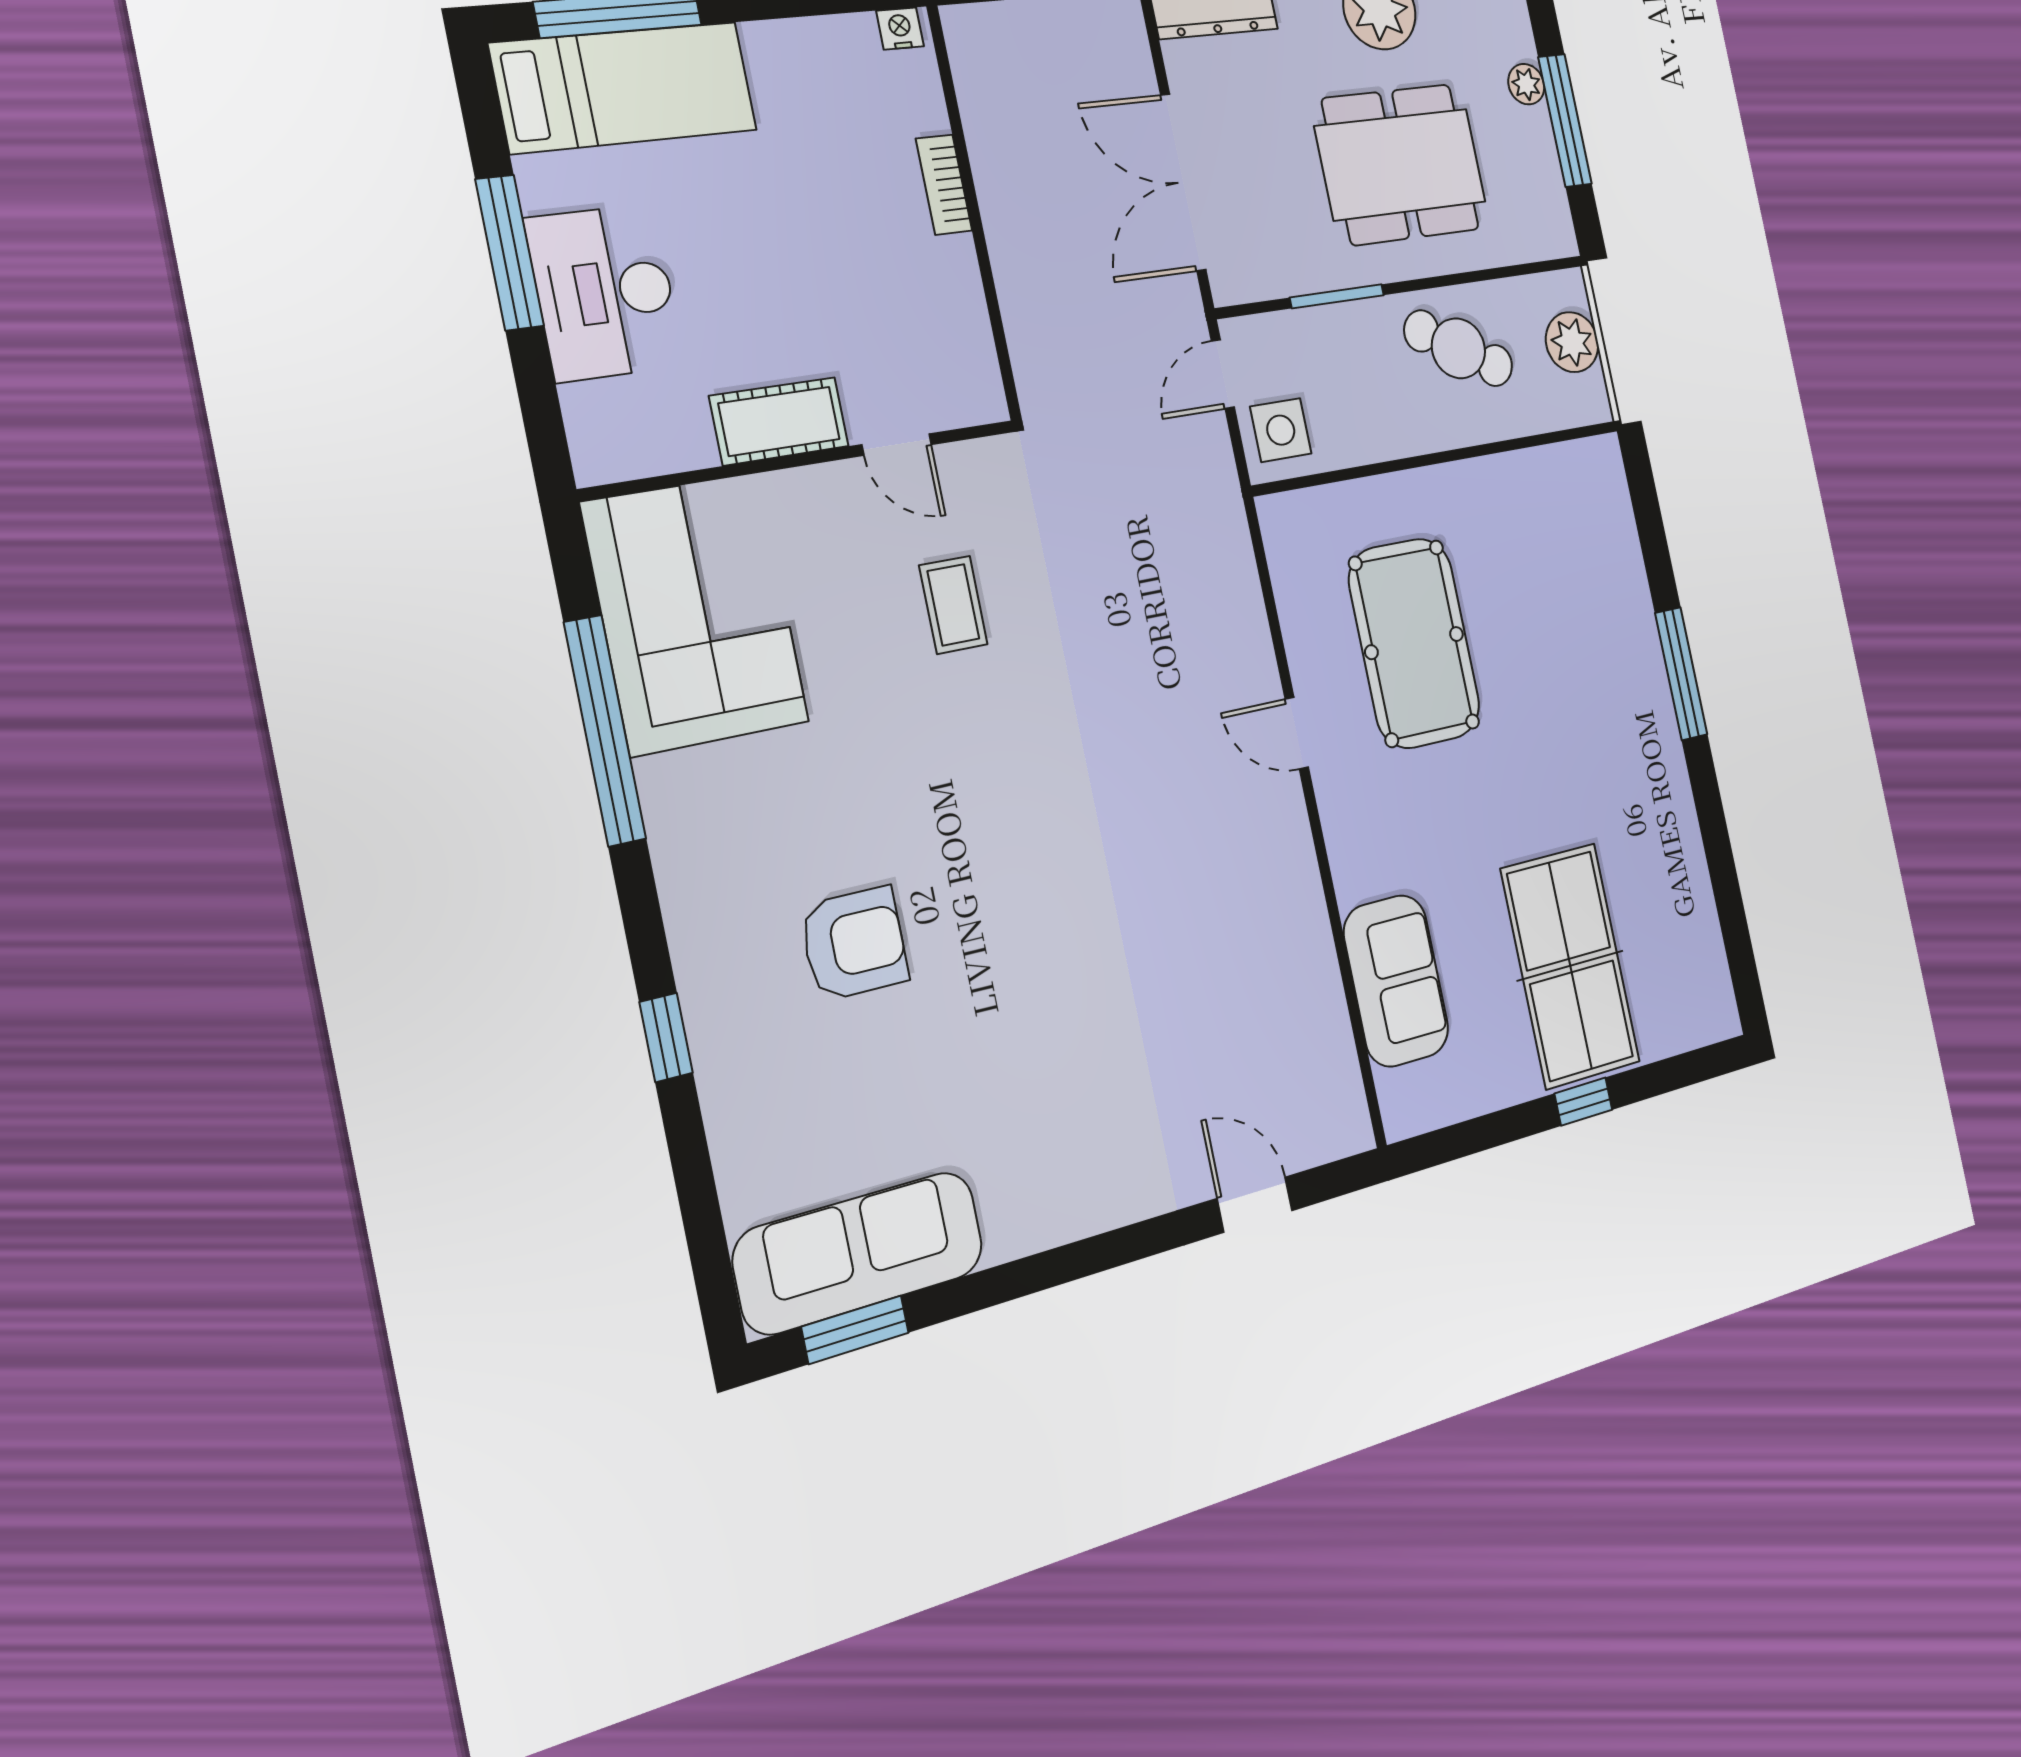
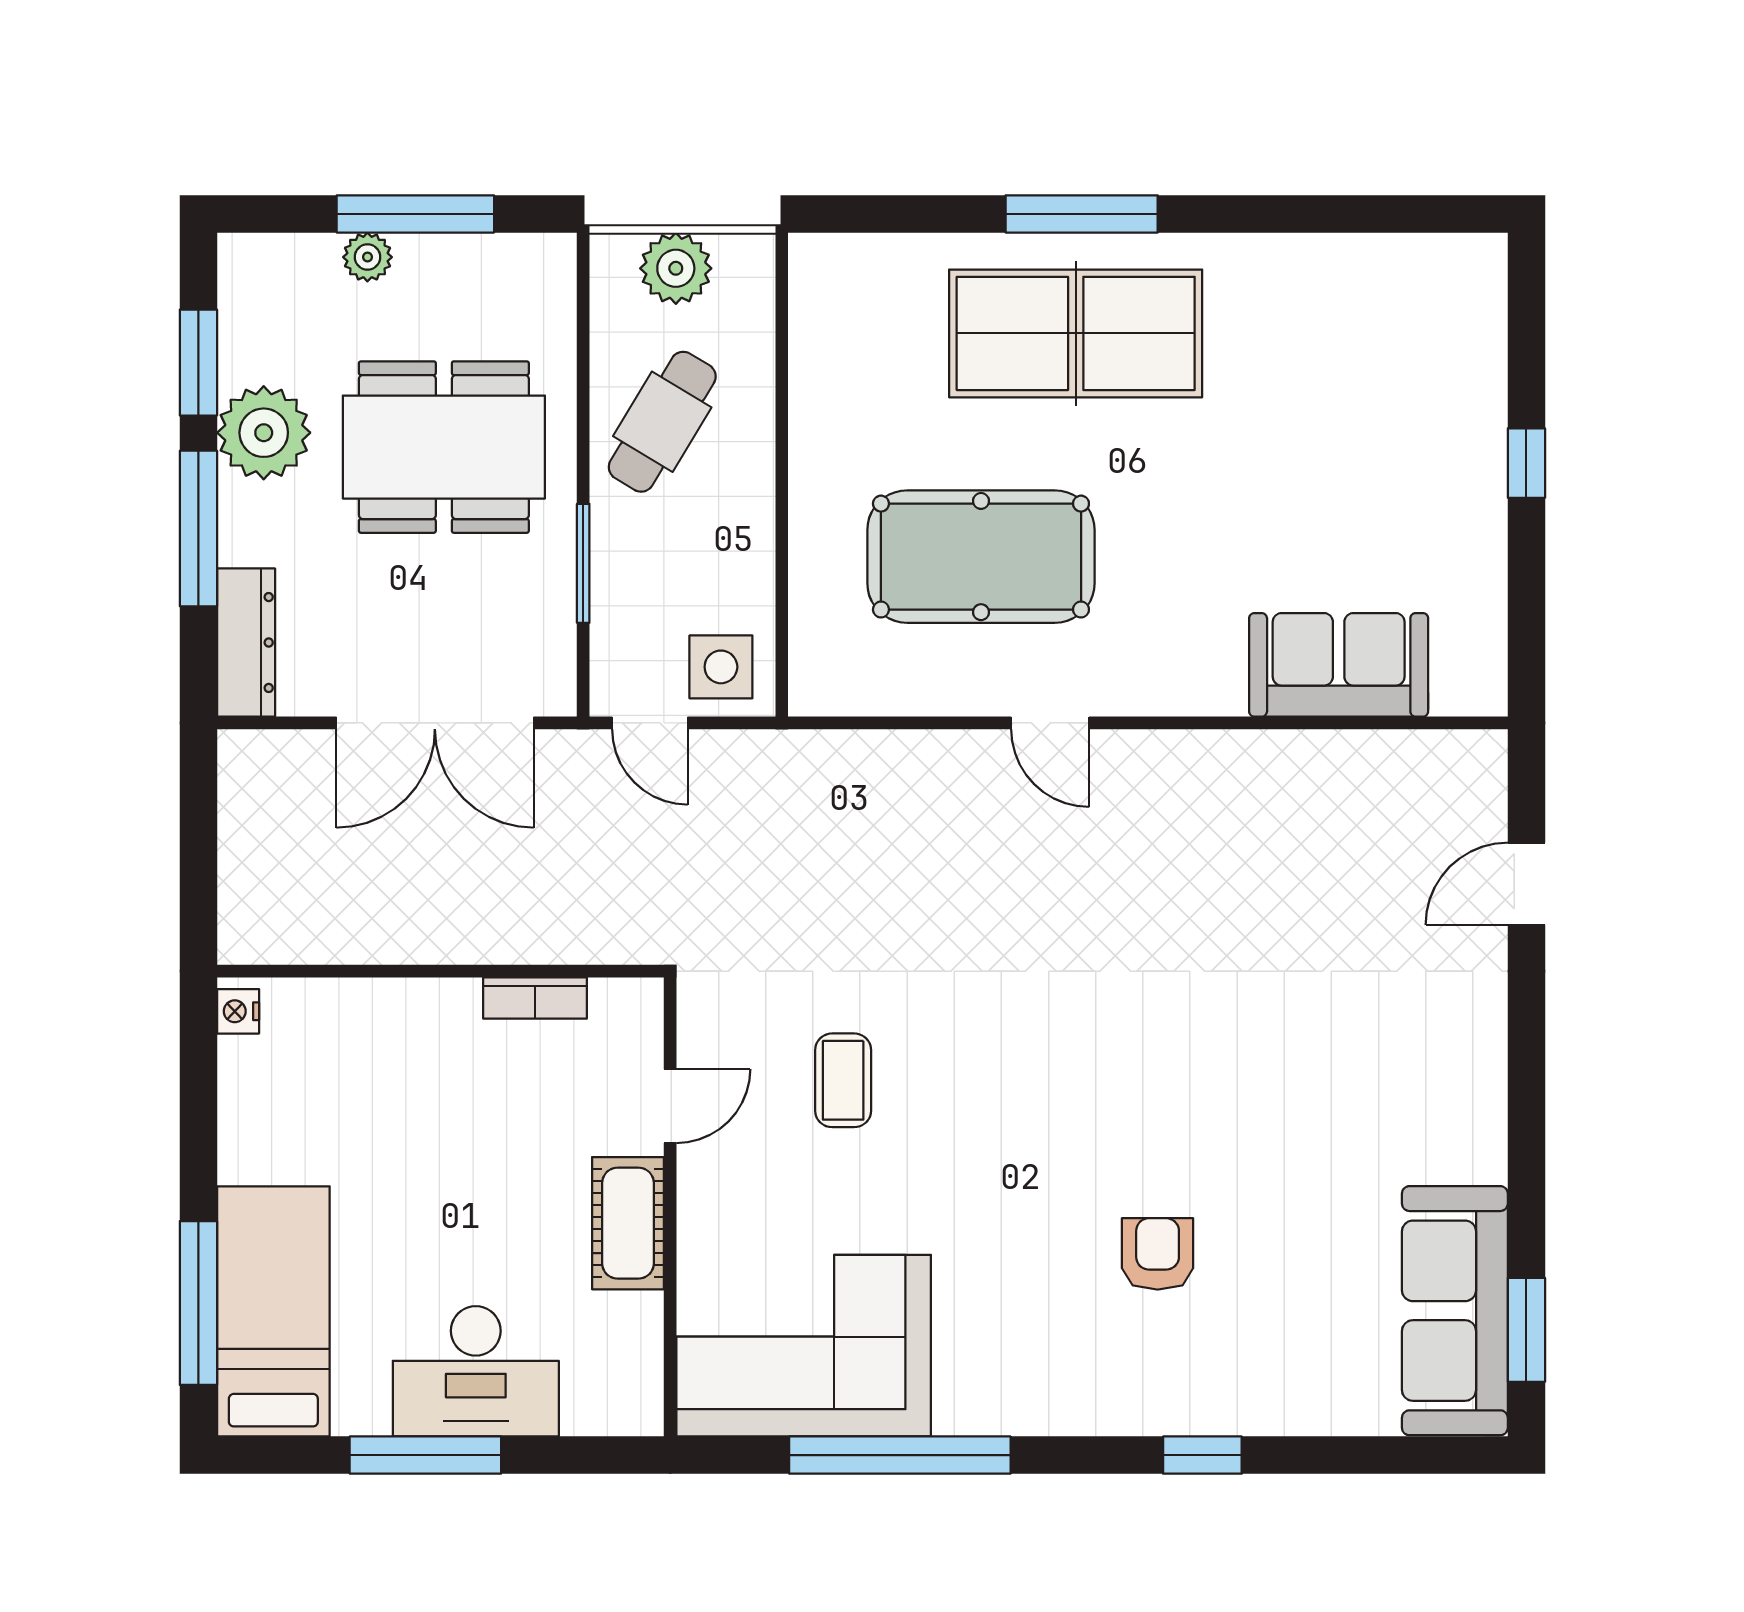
dining table: (1401, 164) -> (444, 447), turned 90
bookcase: (944, 185) -> (535, 998), moved
coffee table: (953, 605) -> (843, 1080), turned 90
door: (1297, 733) -> (1050, 723), hinge flipped
armchair: (854, 943) -> (1158, 1254), width x0.72, depth x0.72
table tennis table: (1570, 966) -> (1076, 333), moved

